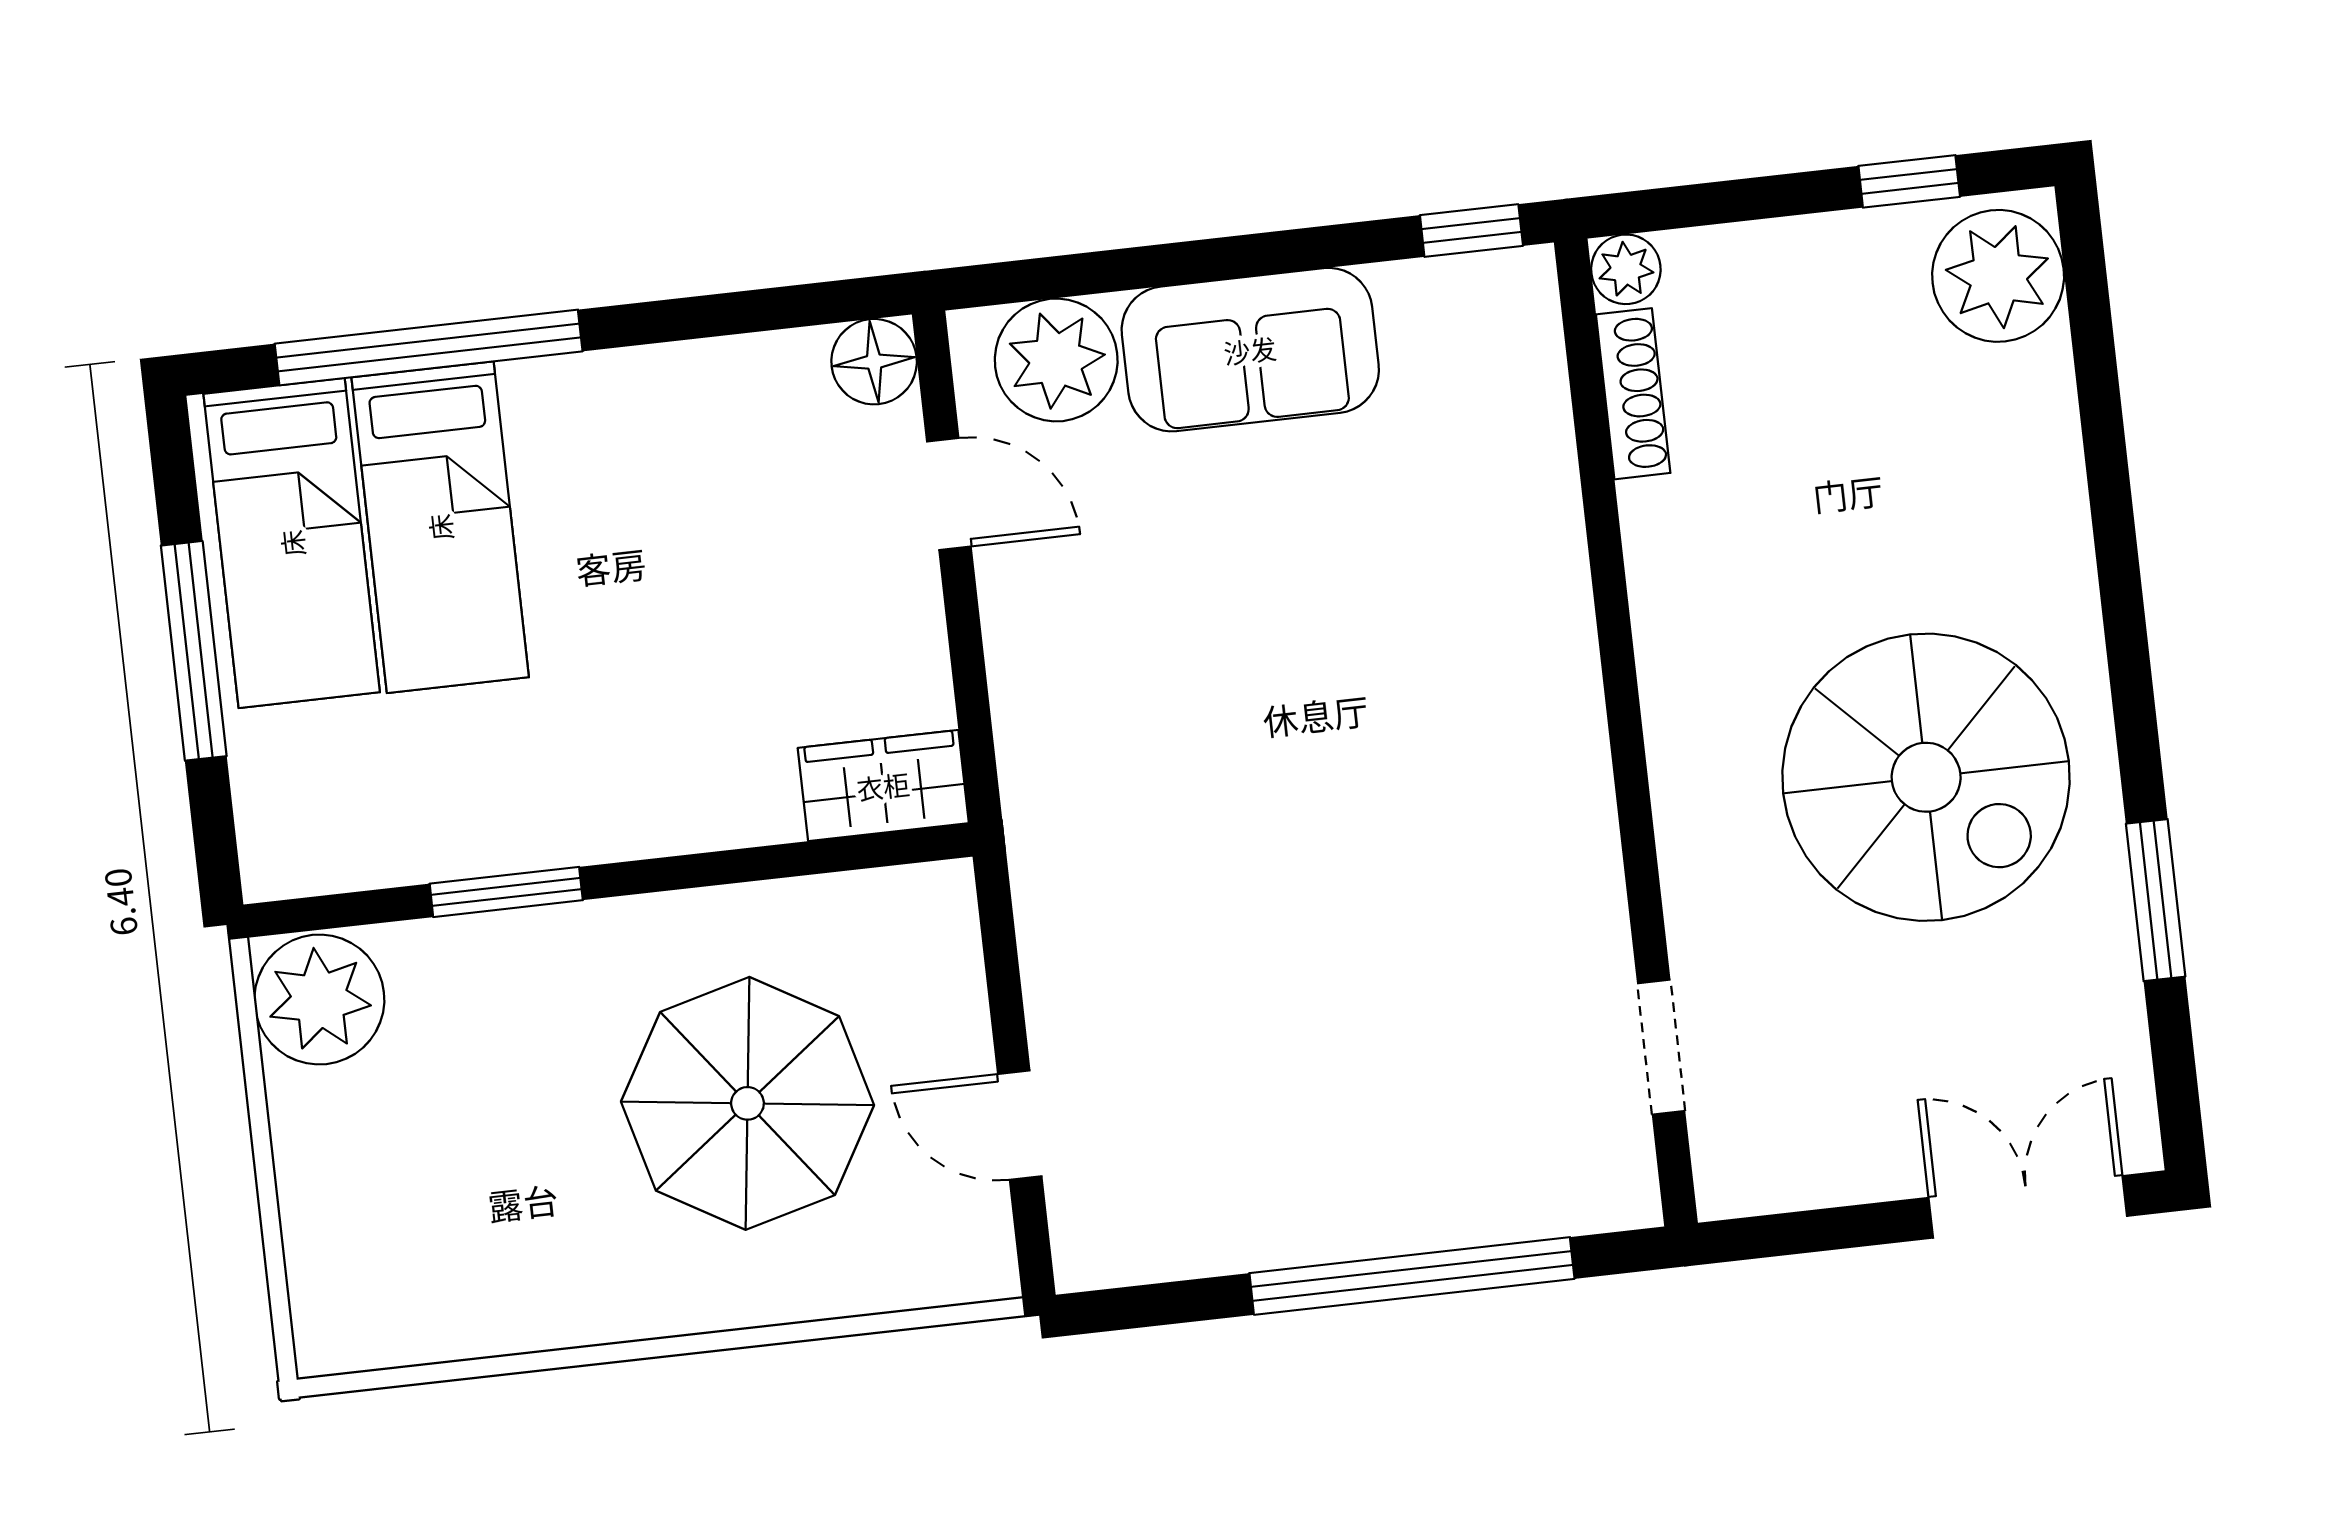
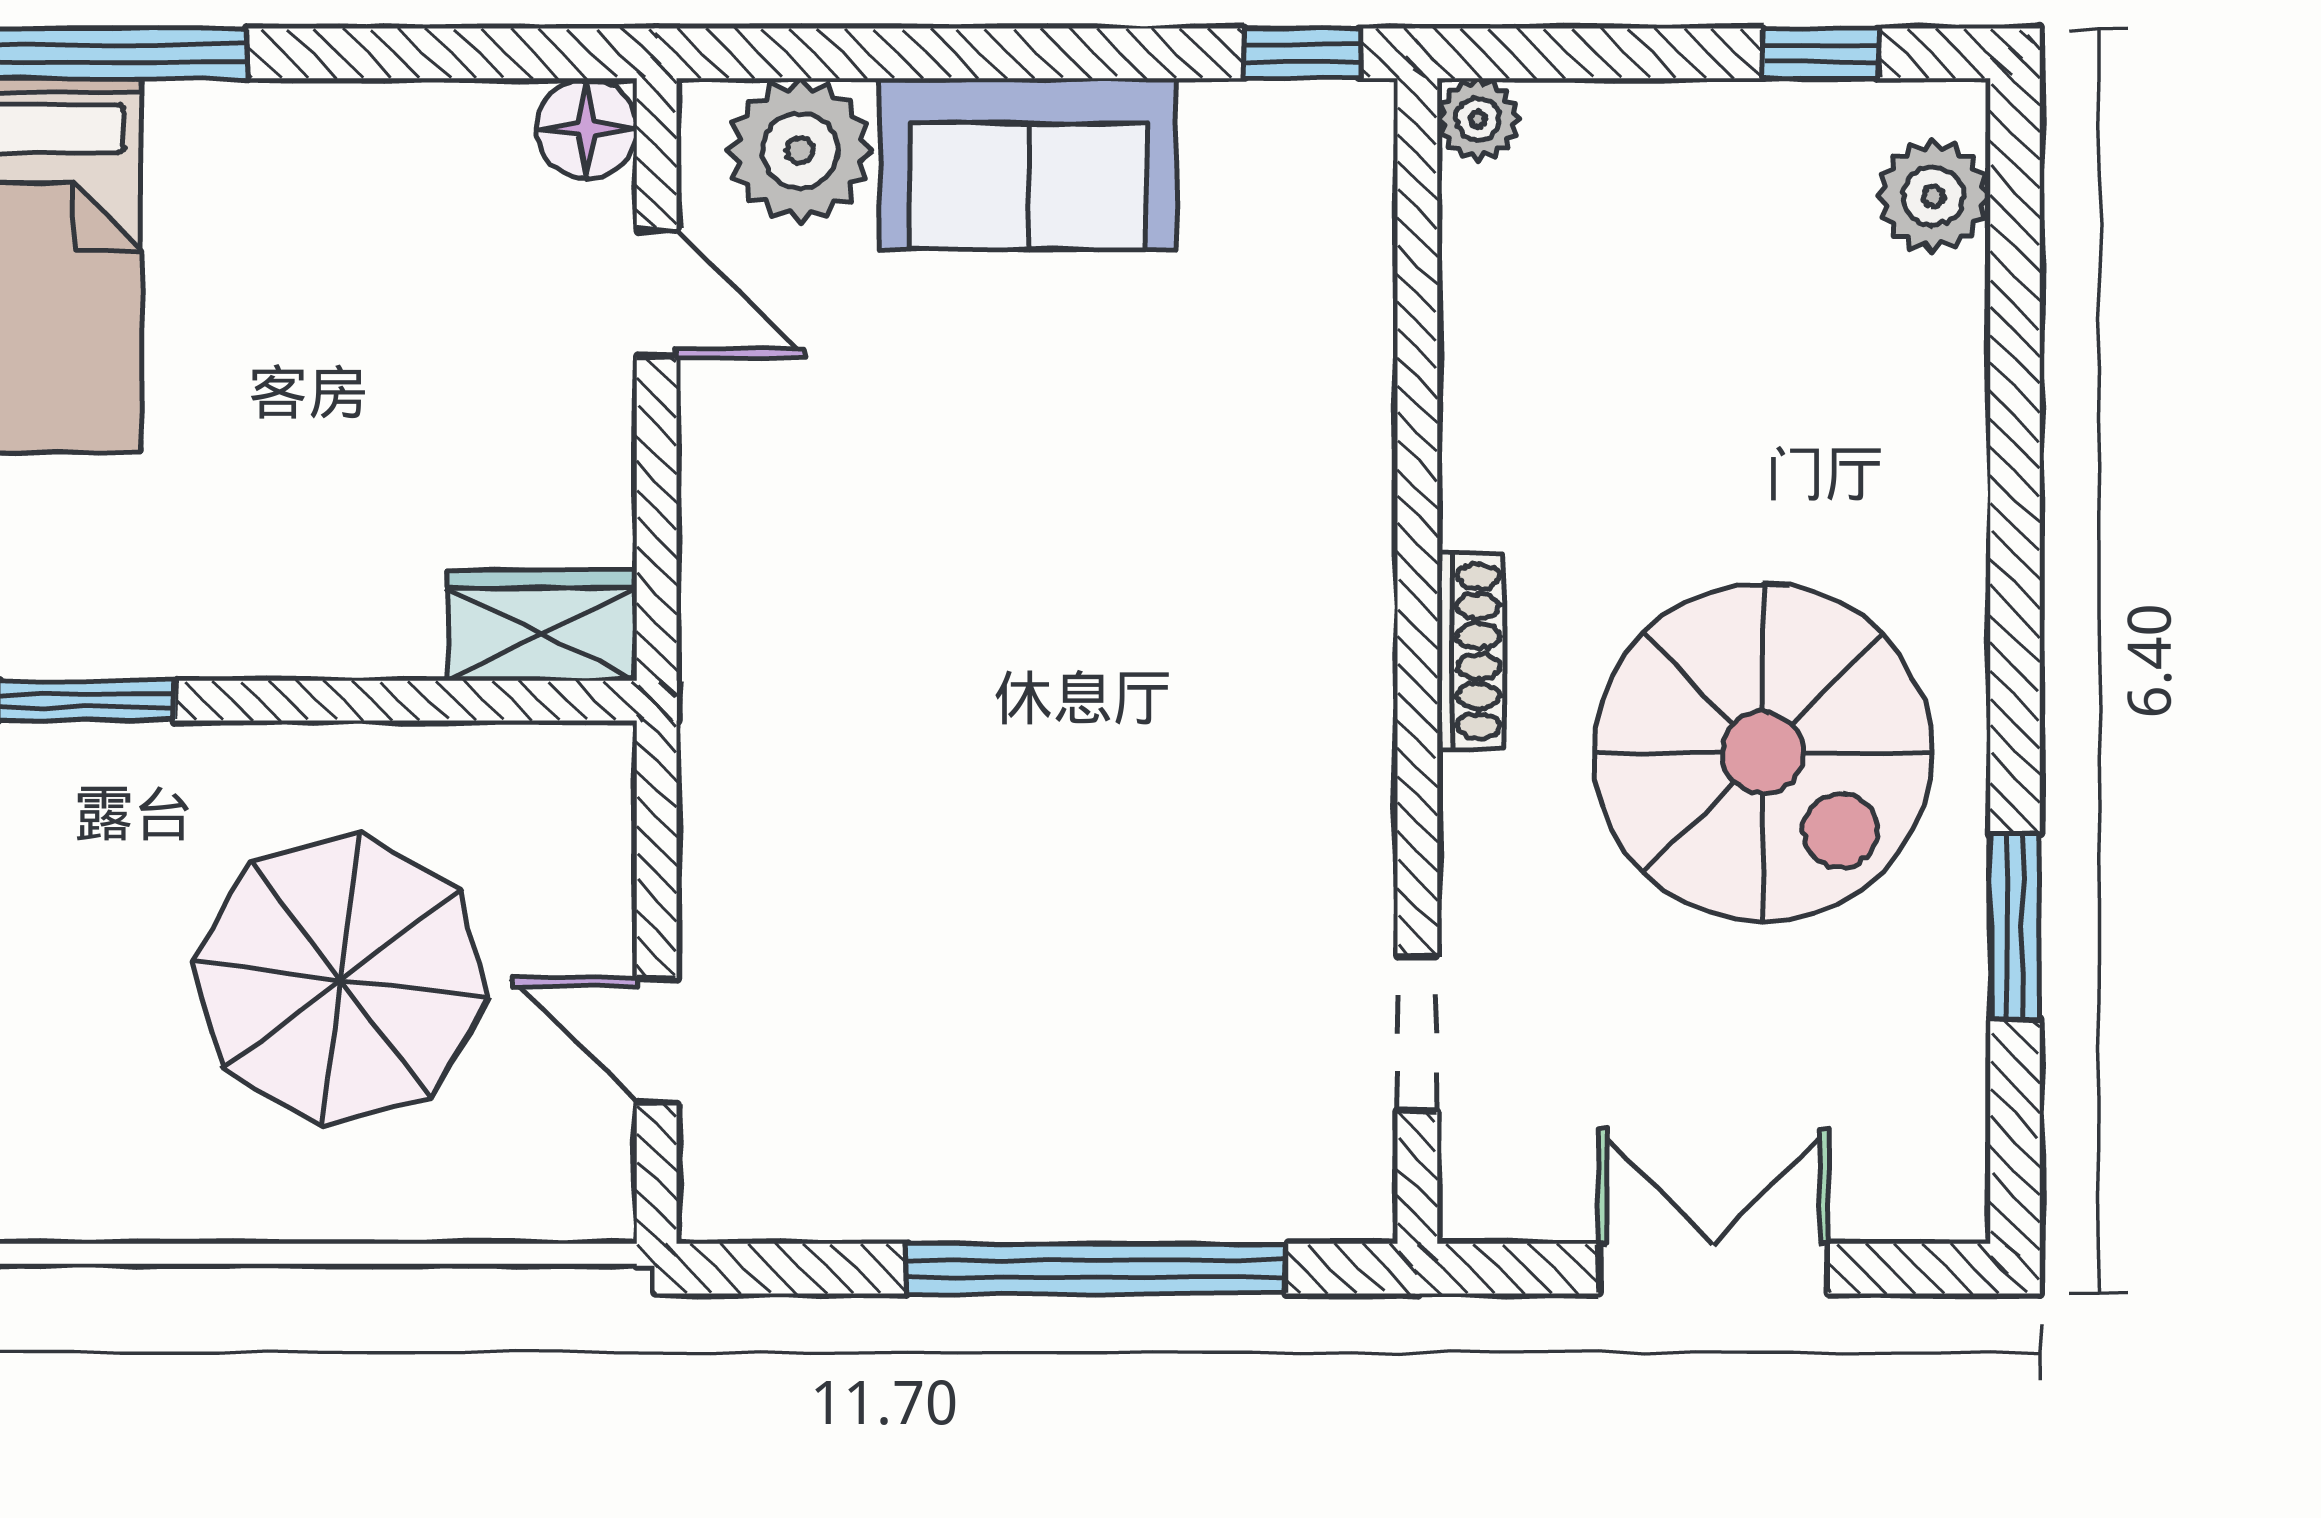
plant: (1998, 276) -> (1933, 196), width x0.73, depth x0.73
shoe rack: (1633, 394) -> (1470, 651), moved
double door: (2028, 1207) -> (1713, 1269), moved

